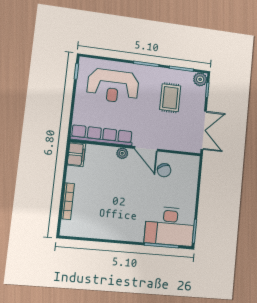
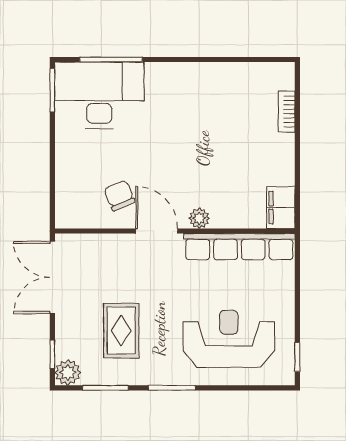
bookcase: (68, 201) -> (287, 112), width x0.64

